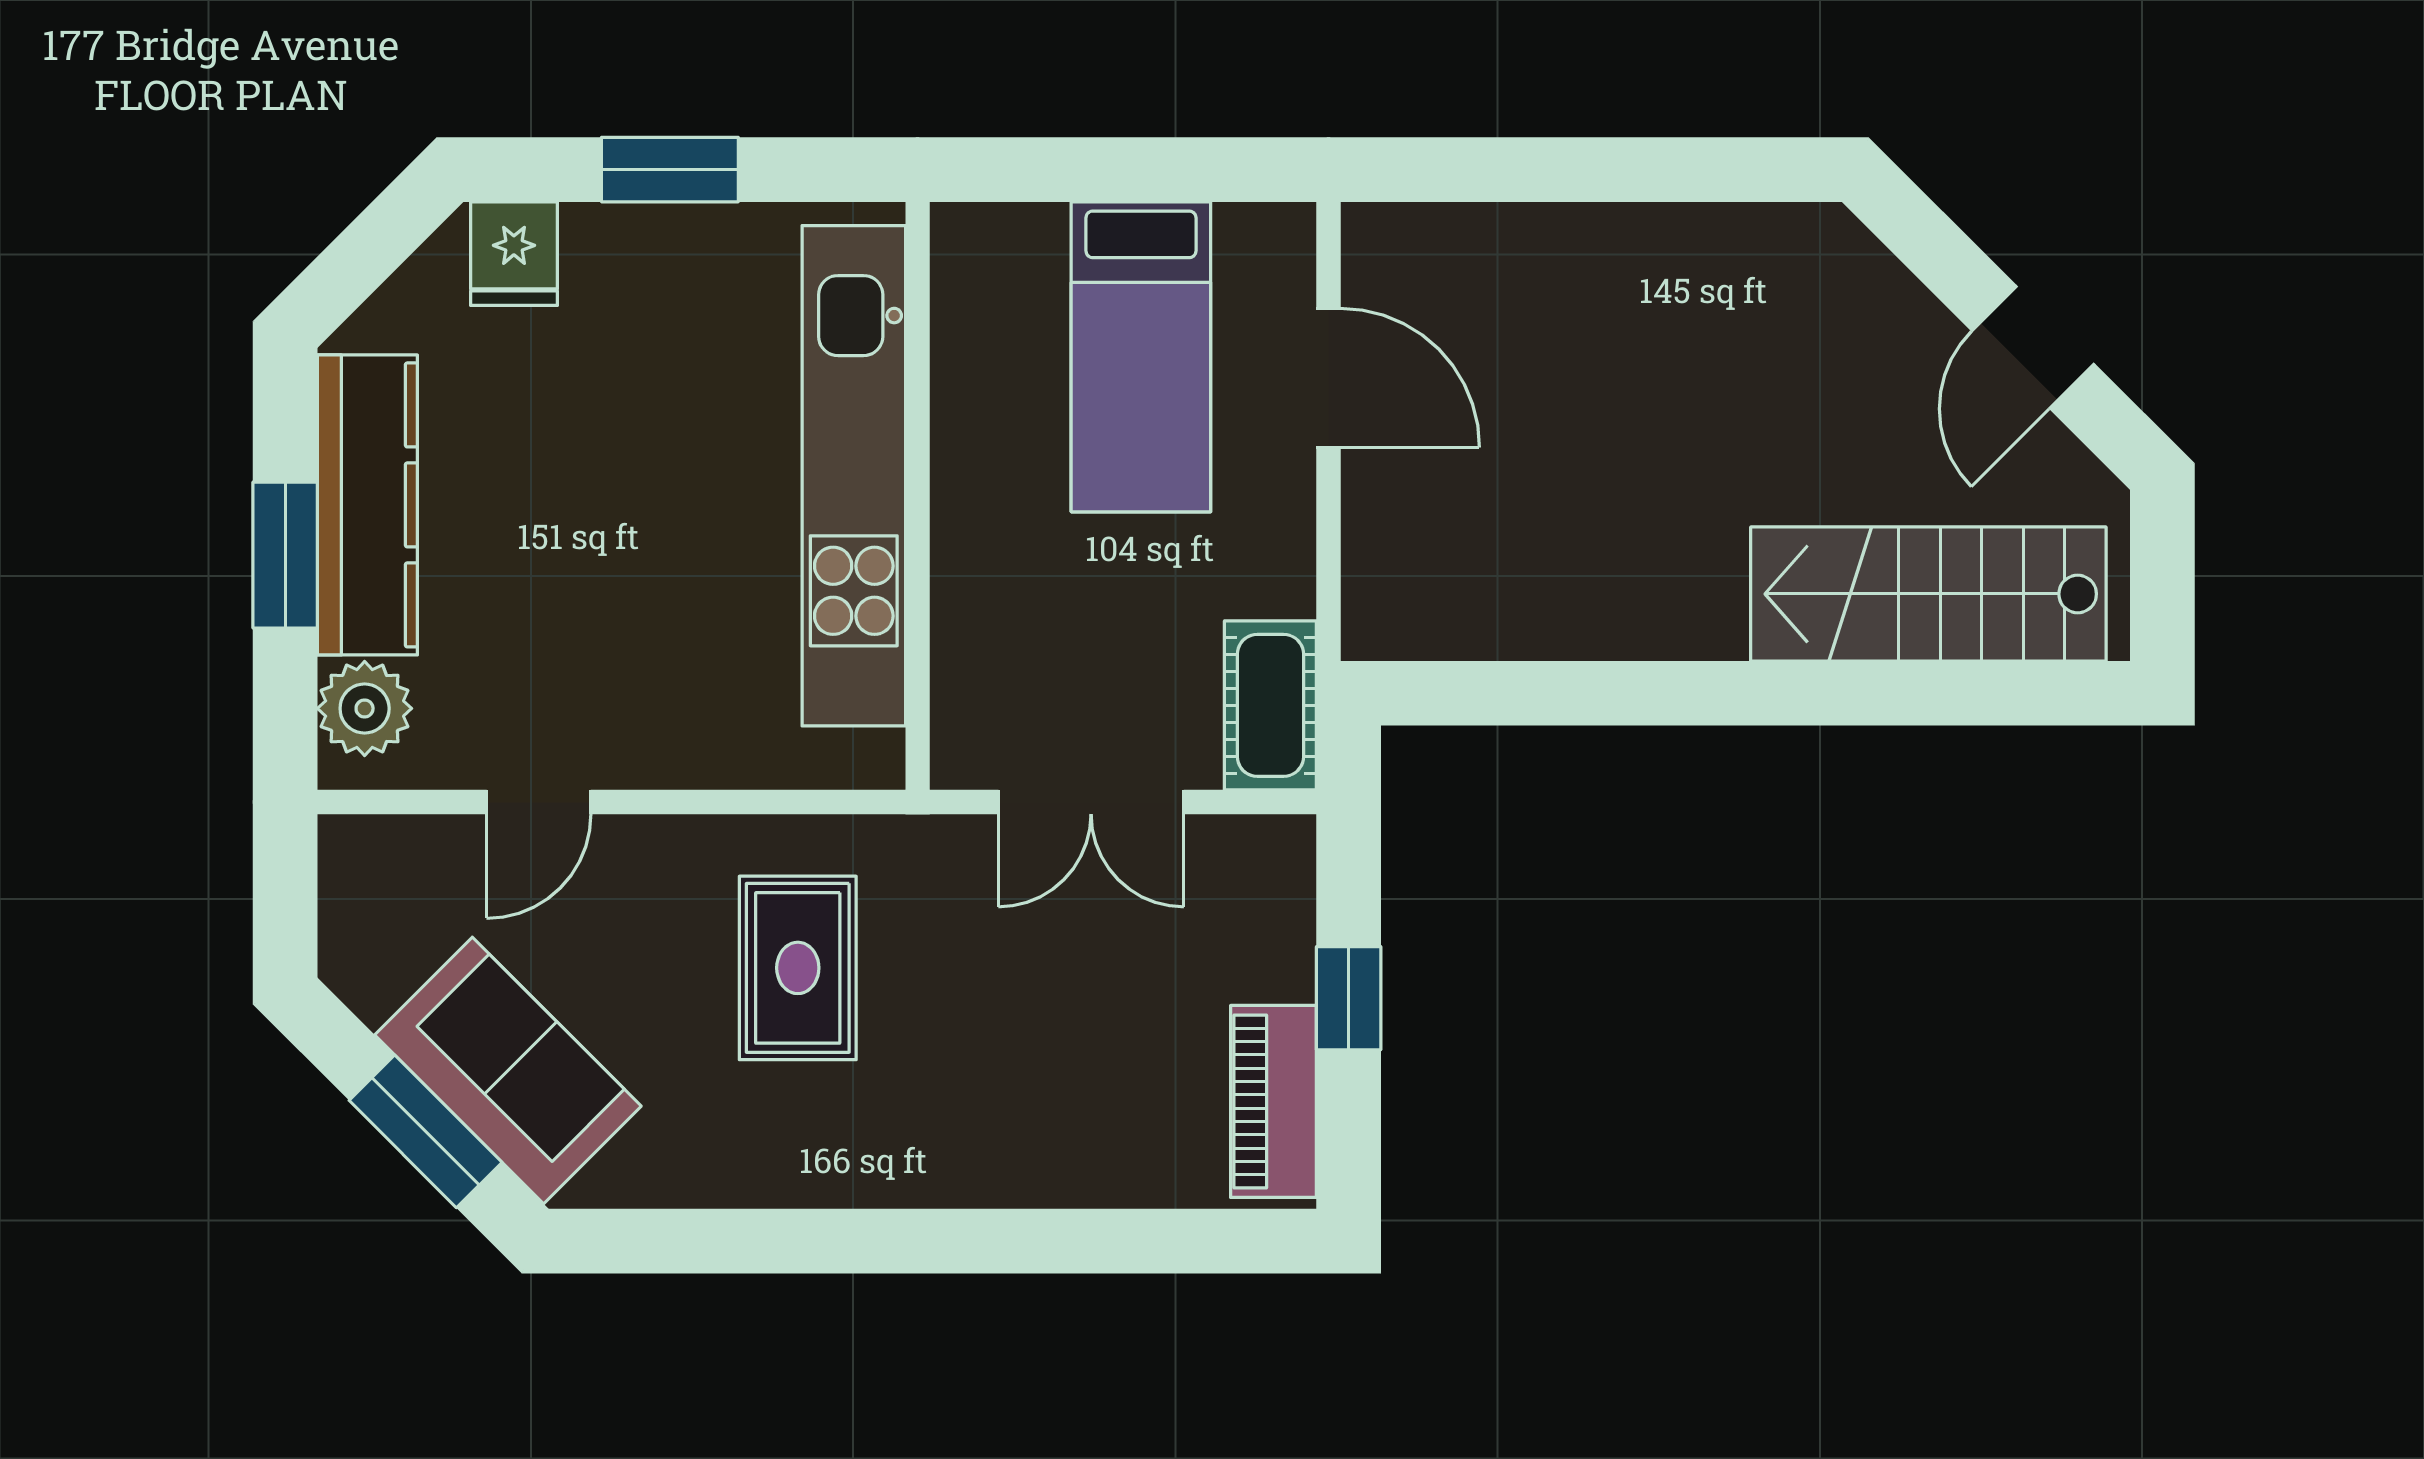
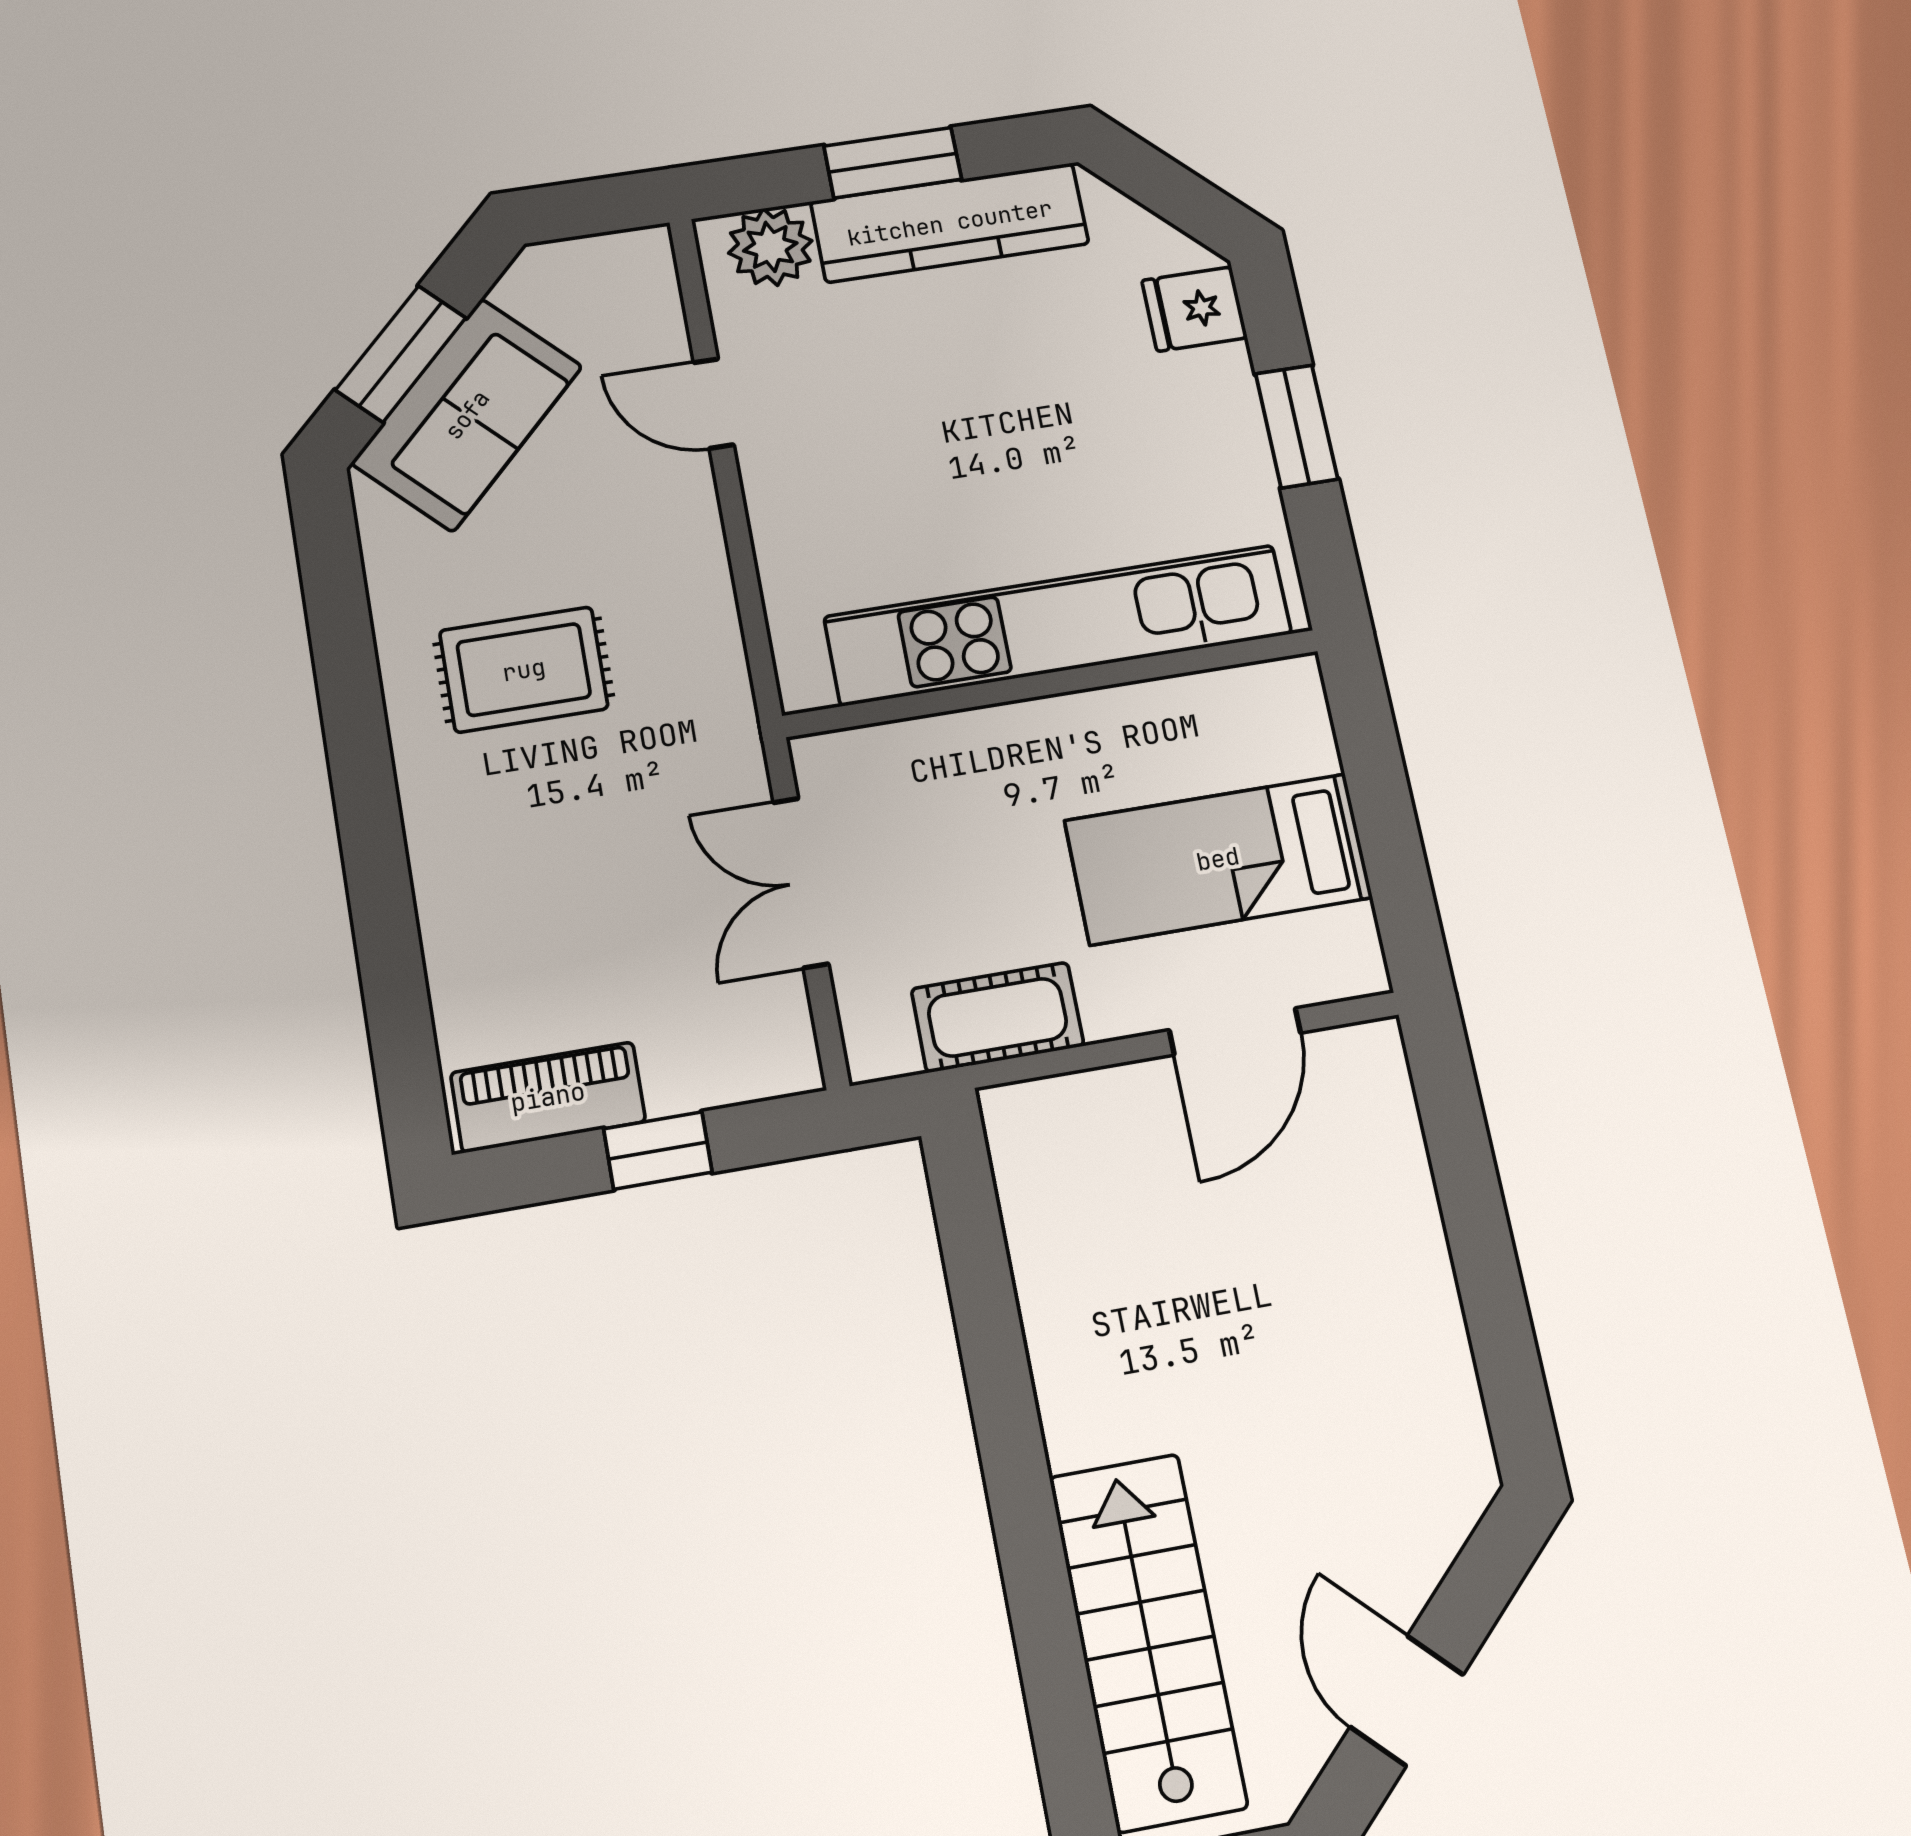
door: (2033, 347) -> (1407, 1701), hinge flipped
cot: (1270, 705) -> (998, 1017), moved
rug: (798, 968) -> (524, 670), moved

